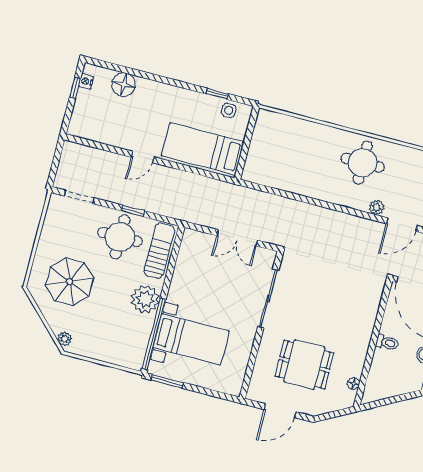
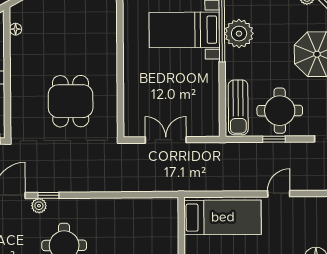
window: (365, 215) -> (48, 195), added
sliding door: (268, 298) -> (120, 89), removed
plant: (145, 299) -> (239, 34), moved
dining table: (304, 364) -> (71, 101), moved, turned 90

